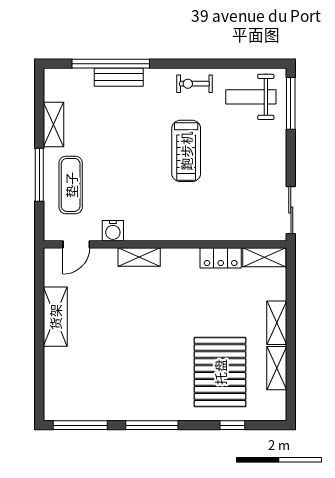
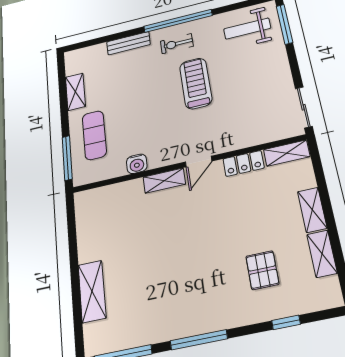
window: (111, 64) -> (178, 21), moved
exercise bike: (194, 84) -> (177, 44), moved
treadmill: (186, 151) -> (196, 83), turned 180
window: (39, 175) -> (67, 158), moved
door: (76, 244) -> (199, 162), moved
shelving: (55, 317) -> (92, 291), moved
pallet: (220, 372) -> (262, 270), width x0.49, depth x0.50

